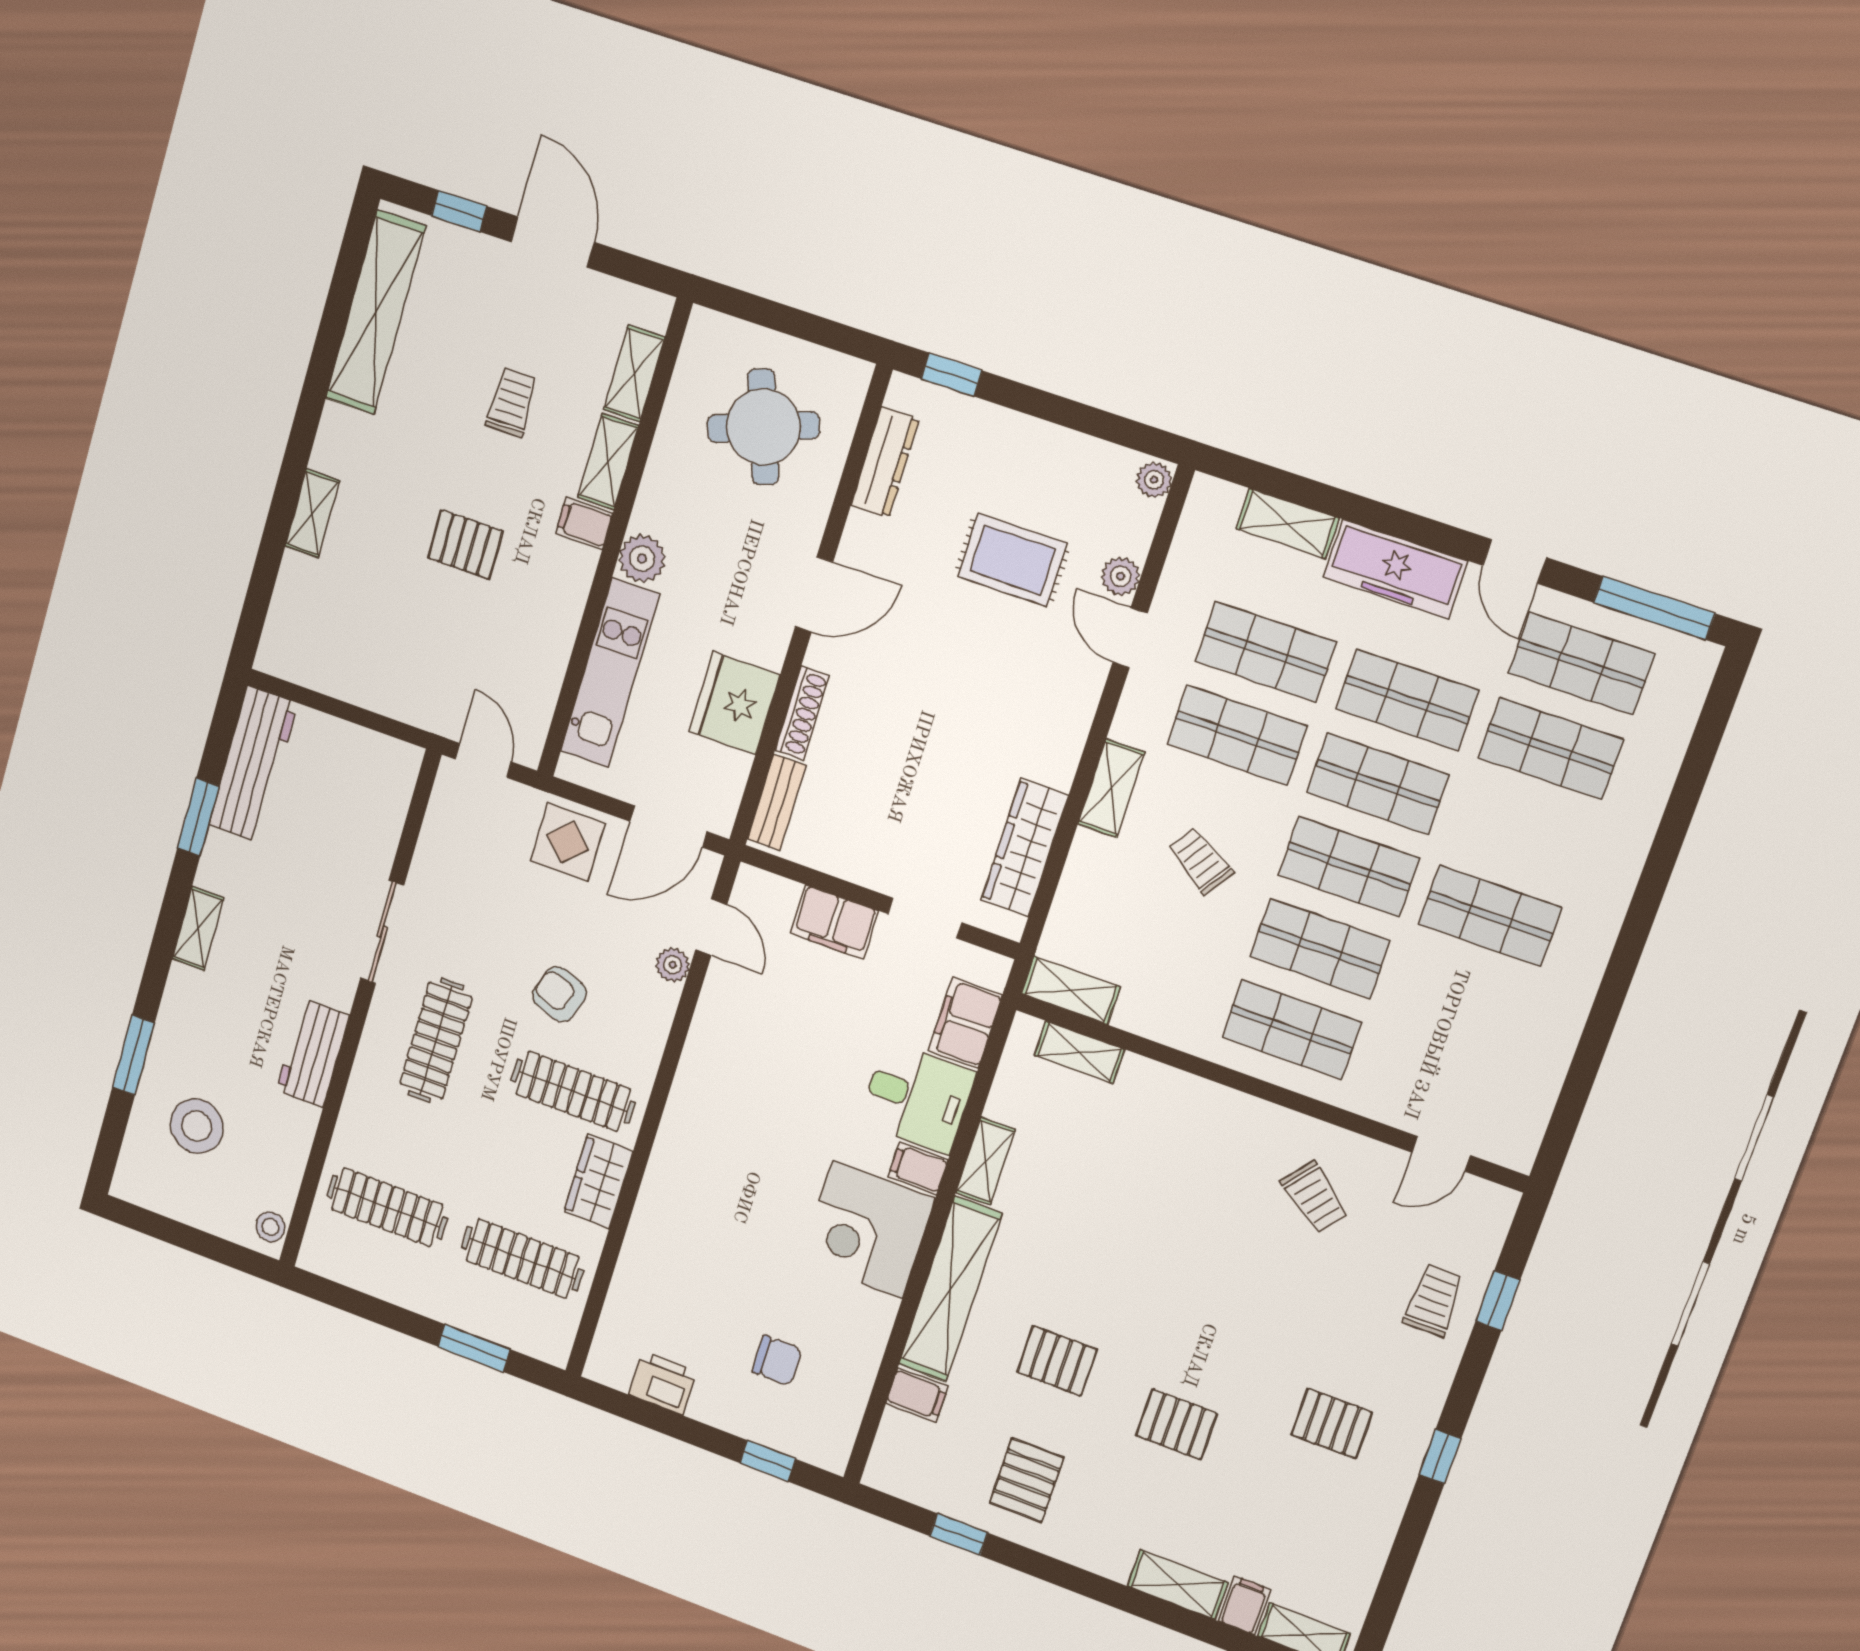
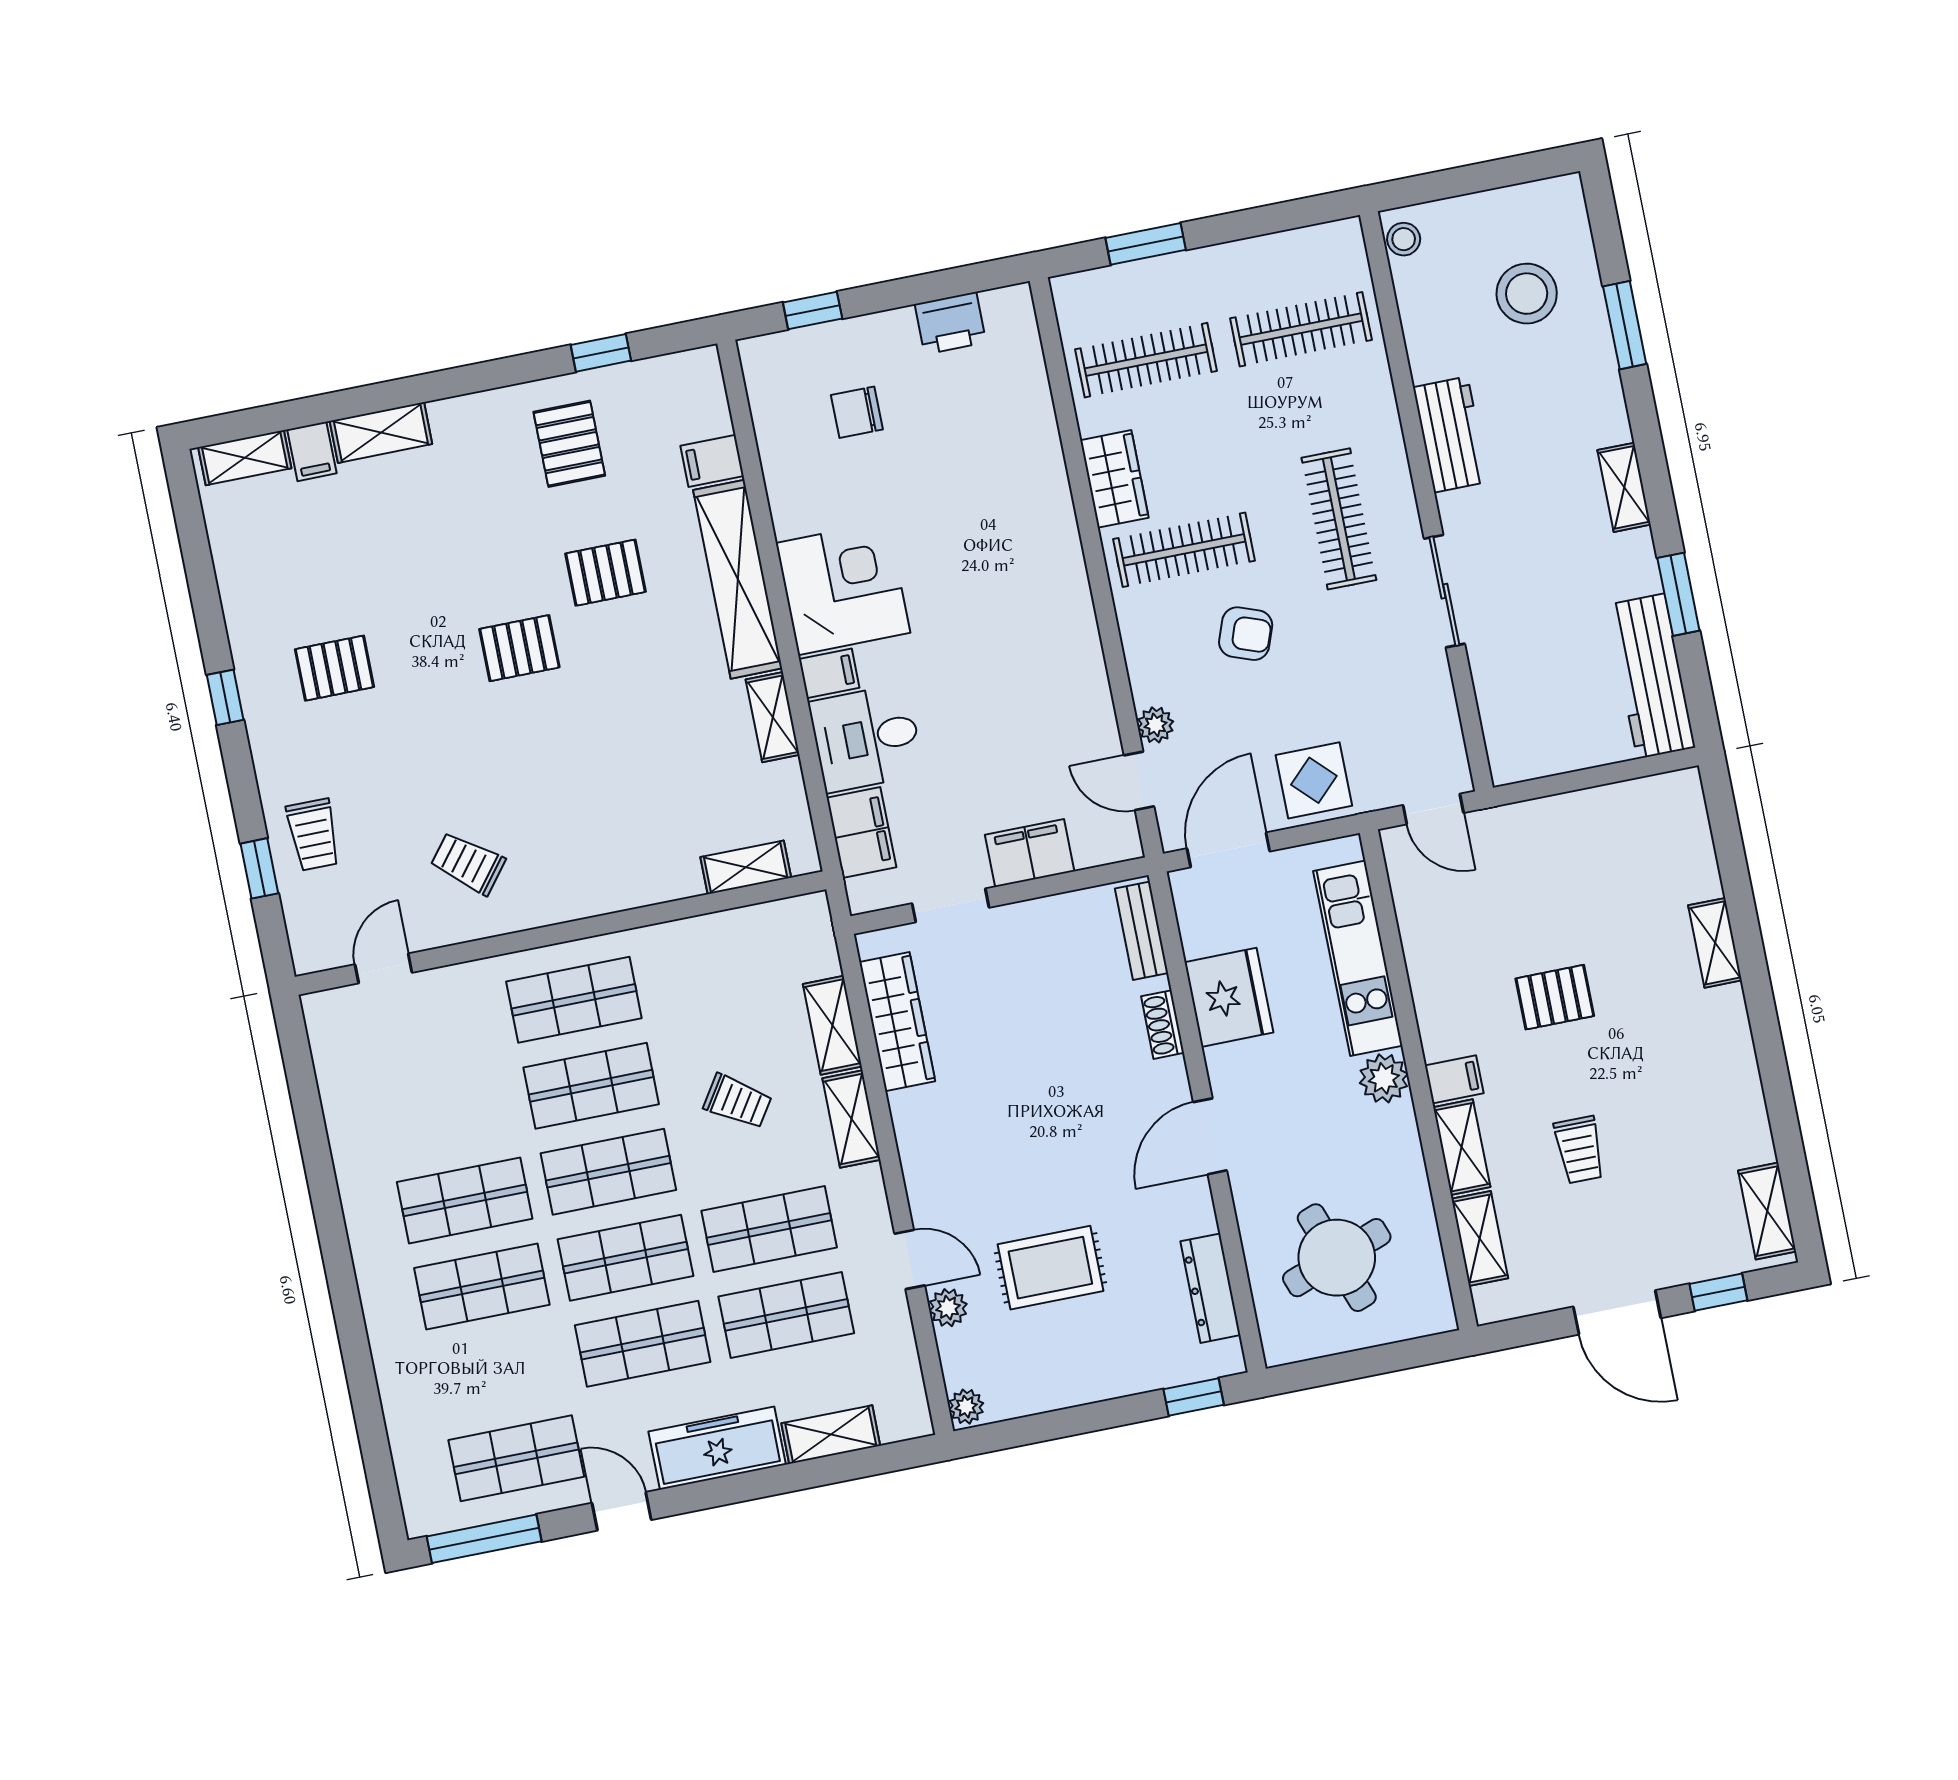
shelving: (376, 312) -> (1767, 1211), width x0.45, depth x0.75
shoe rack: (802, 713) -> (1163, 1025), width x0.70
shop shelf: (1551, 748) -> (482, 1286), moved
shelving: (1071, 990) -> (832, 1025), moved, turned 90
pallet: (1176, 1424) -> (519, 648), moved

